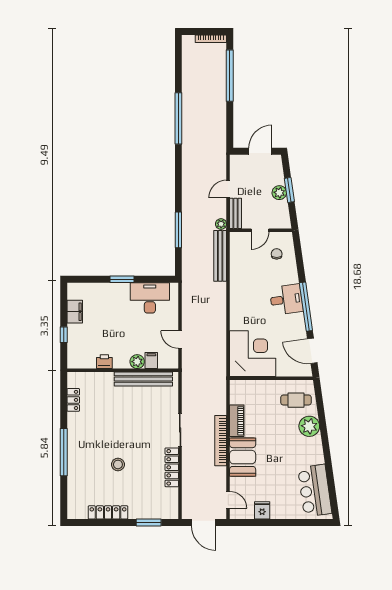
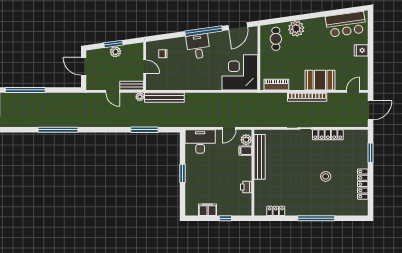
desk: (150, 298) -> (200, 141), moved, turned 90
plant: (137, 362) -> (246, 140), moved
piano: (237, 421) -> (276, 85), moved
fridge: (262, 510) -> (361, 50), moved

